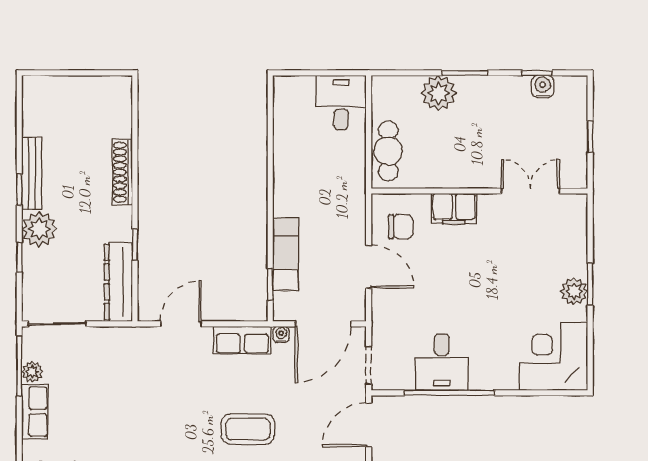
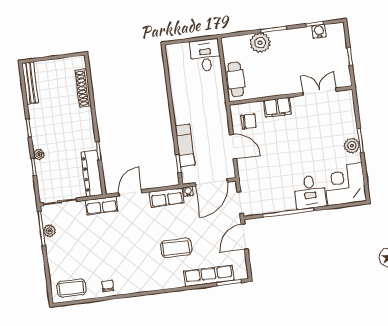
shoe rack: (122, 172) -> (83, 88), moved
bench: (32, 173) -> (30, 83), moved
plant: (39, 229) -> (39, 155), width x0.53, depth x0.53
desk: (442, 362) -> (310, 192), moved
row of seats: (35, 412) -> (102, 206), moved, turned 90

